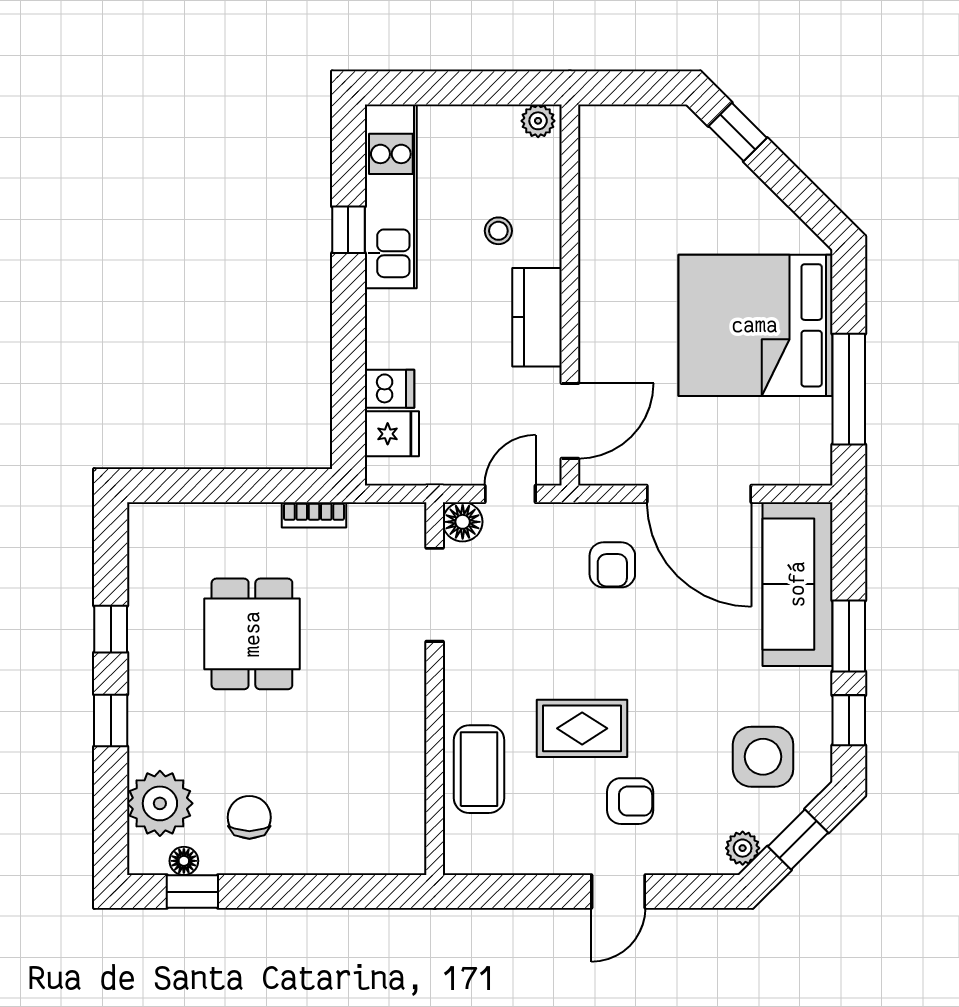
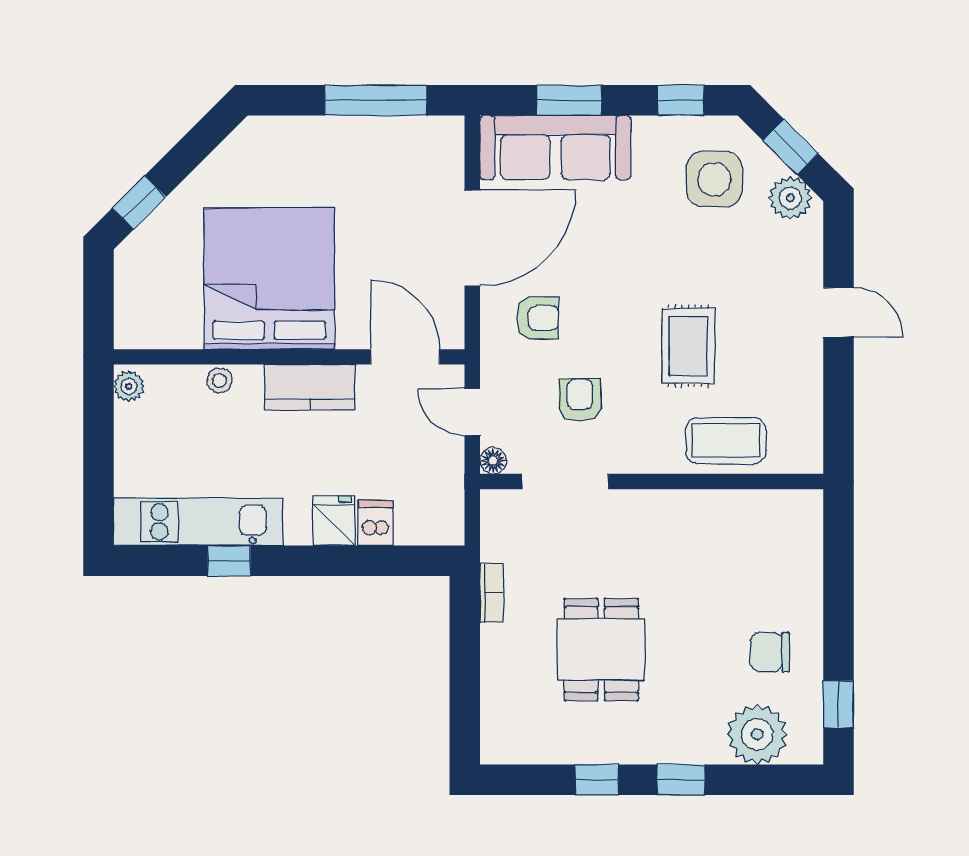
stool: (498, 231) -> (219, 380), moved
bed: (755, 325) -> (269, 279), moved, turned 180
fridge: (392, 434) -> (334, 521), moved
floor lamp: (463, 522) -> (493, 461), width x0.73, depth x0.73
dining table: (252, 634) -> (601, 650), turned 90
window: (849, 636) -> (569, 100), moved
armchair: (630, 801) -> (580, 400), moved
plant: (743, 848) -> (790, 198), width x1.38, depth x1.38
floor lamp: (184, 861) -> (810, 712), removed

